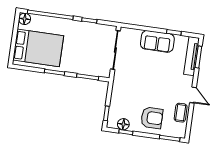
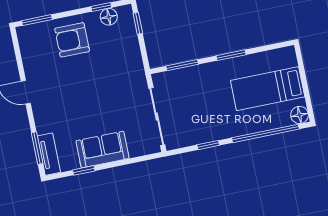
bed: (38, 48) -> (268, 89), width x0.67
tv unit: (192, 56) -> (49, 154), width x0.71
coffee table: (181, 113) -> (34, 61), removed

